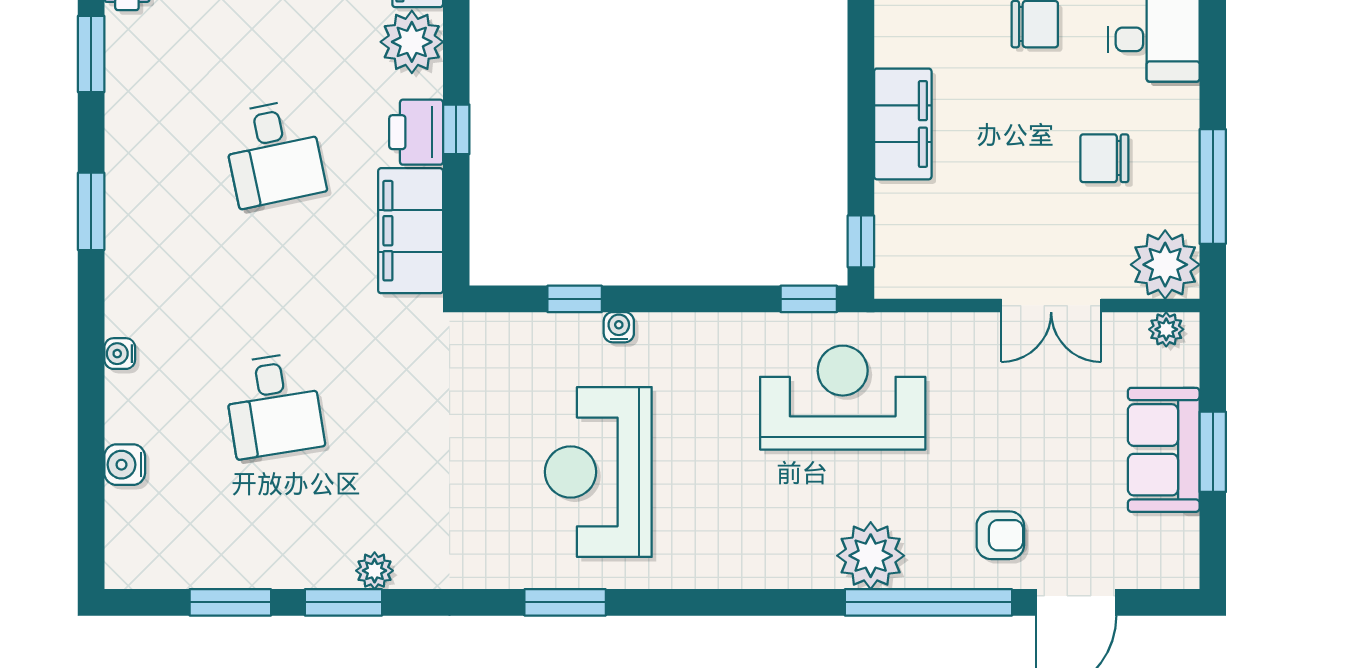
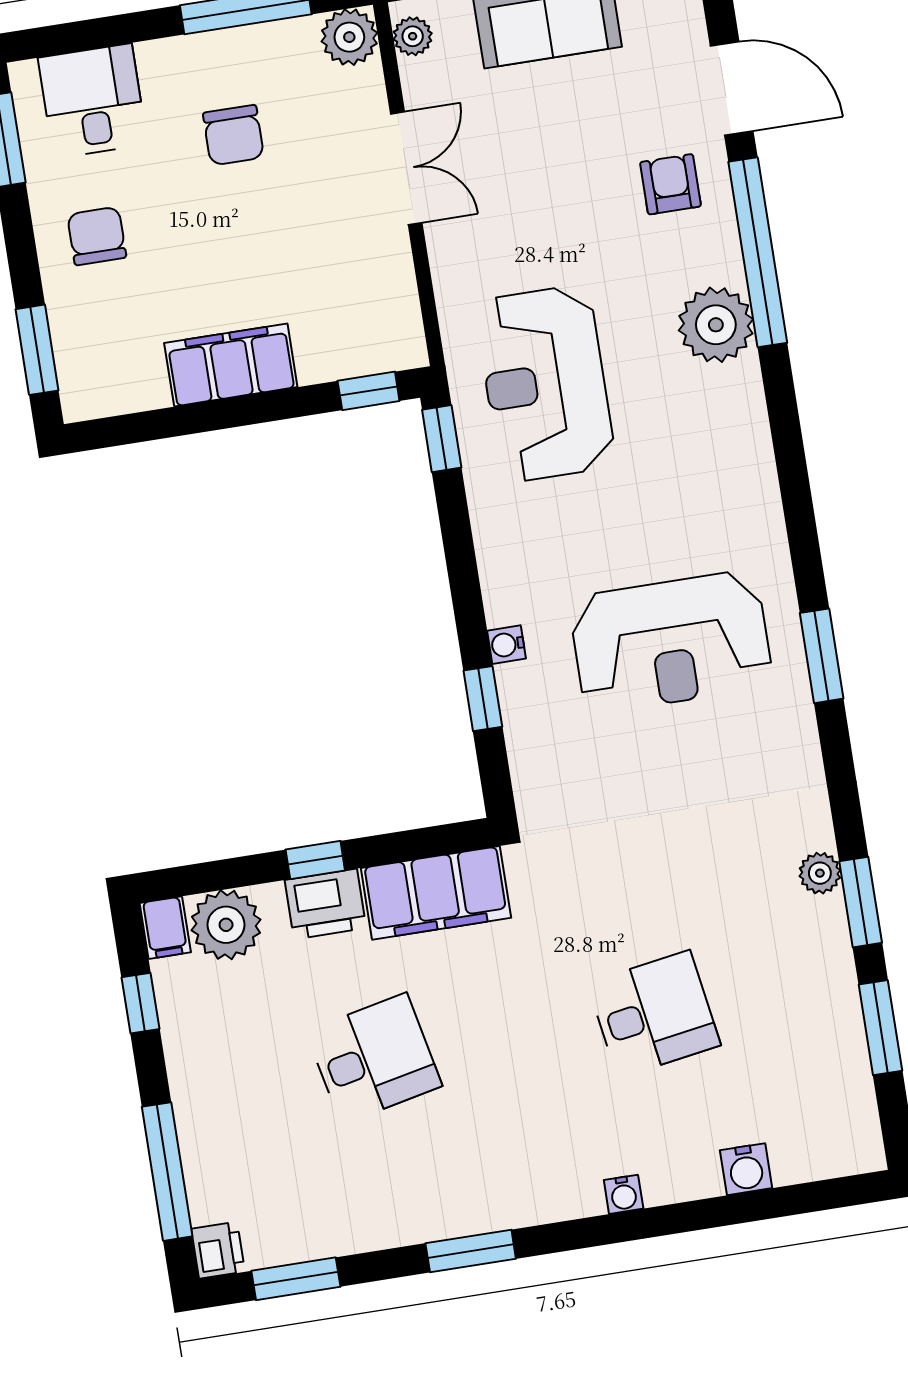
plant: (1165, 265) -> (349, 37), width x0.73, depth x0.73

